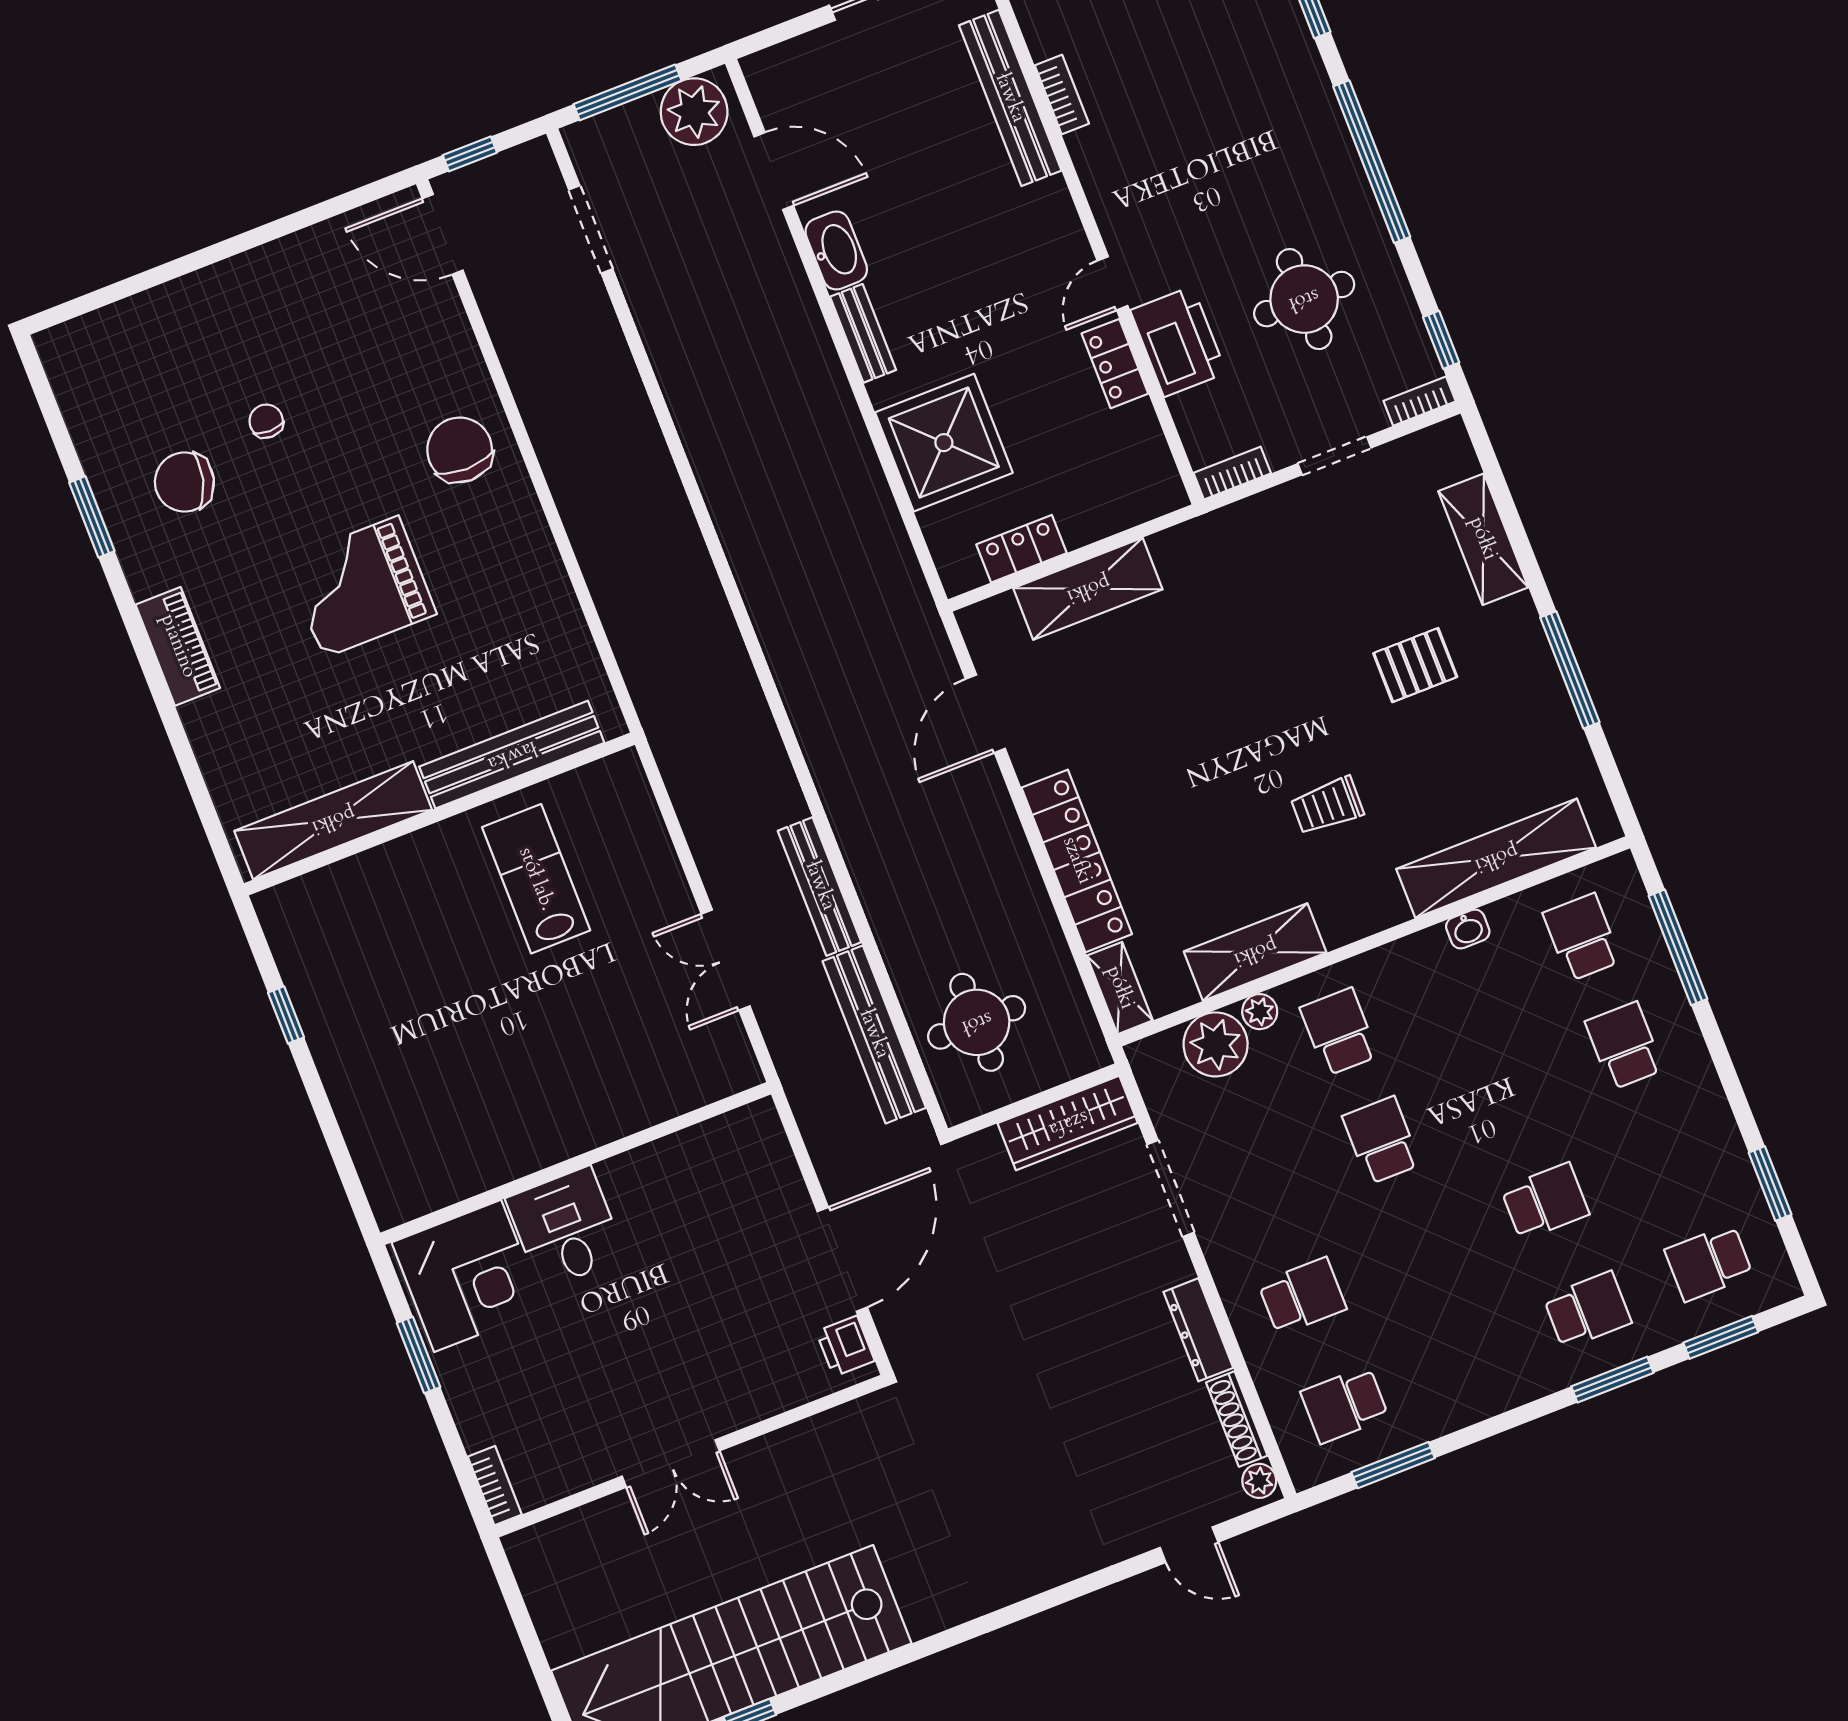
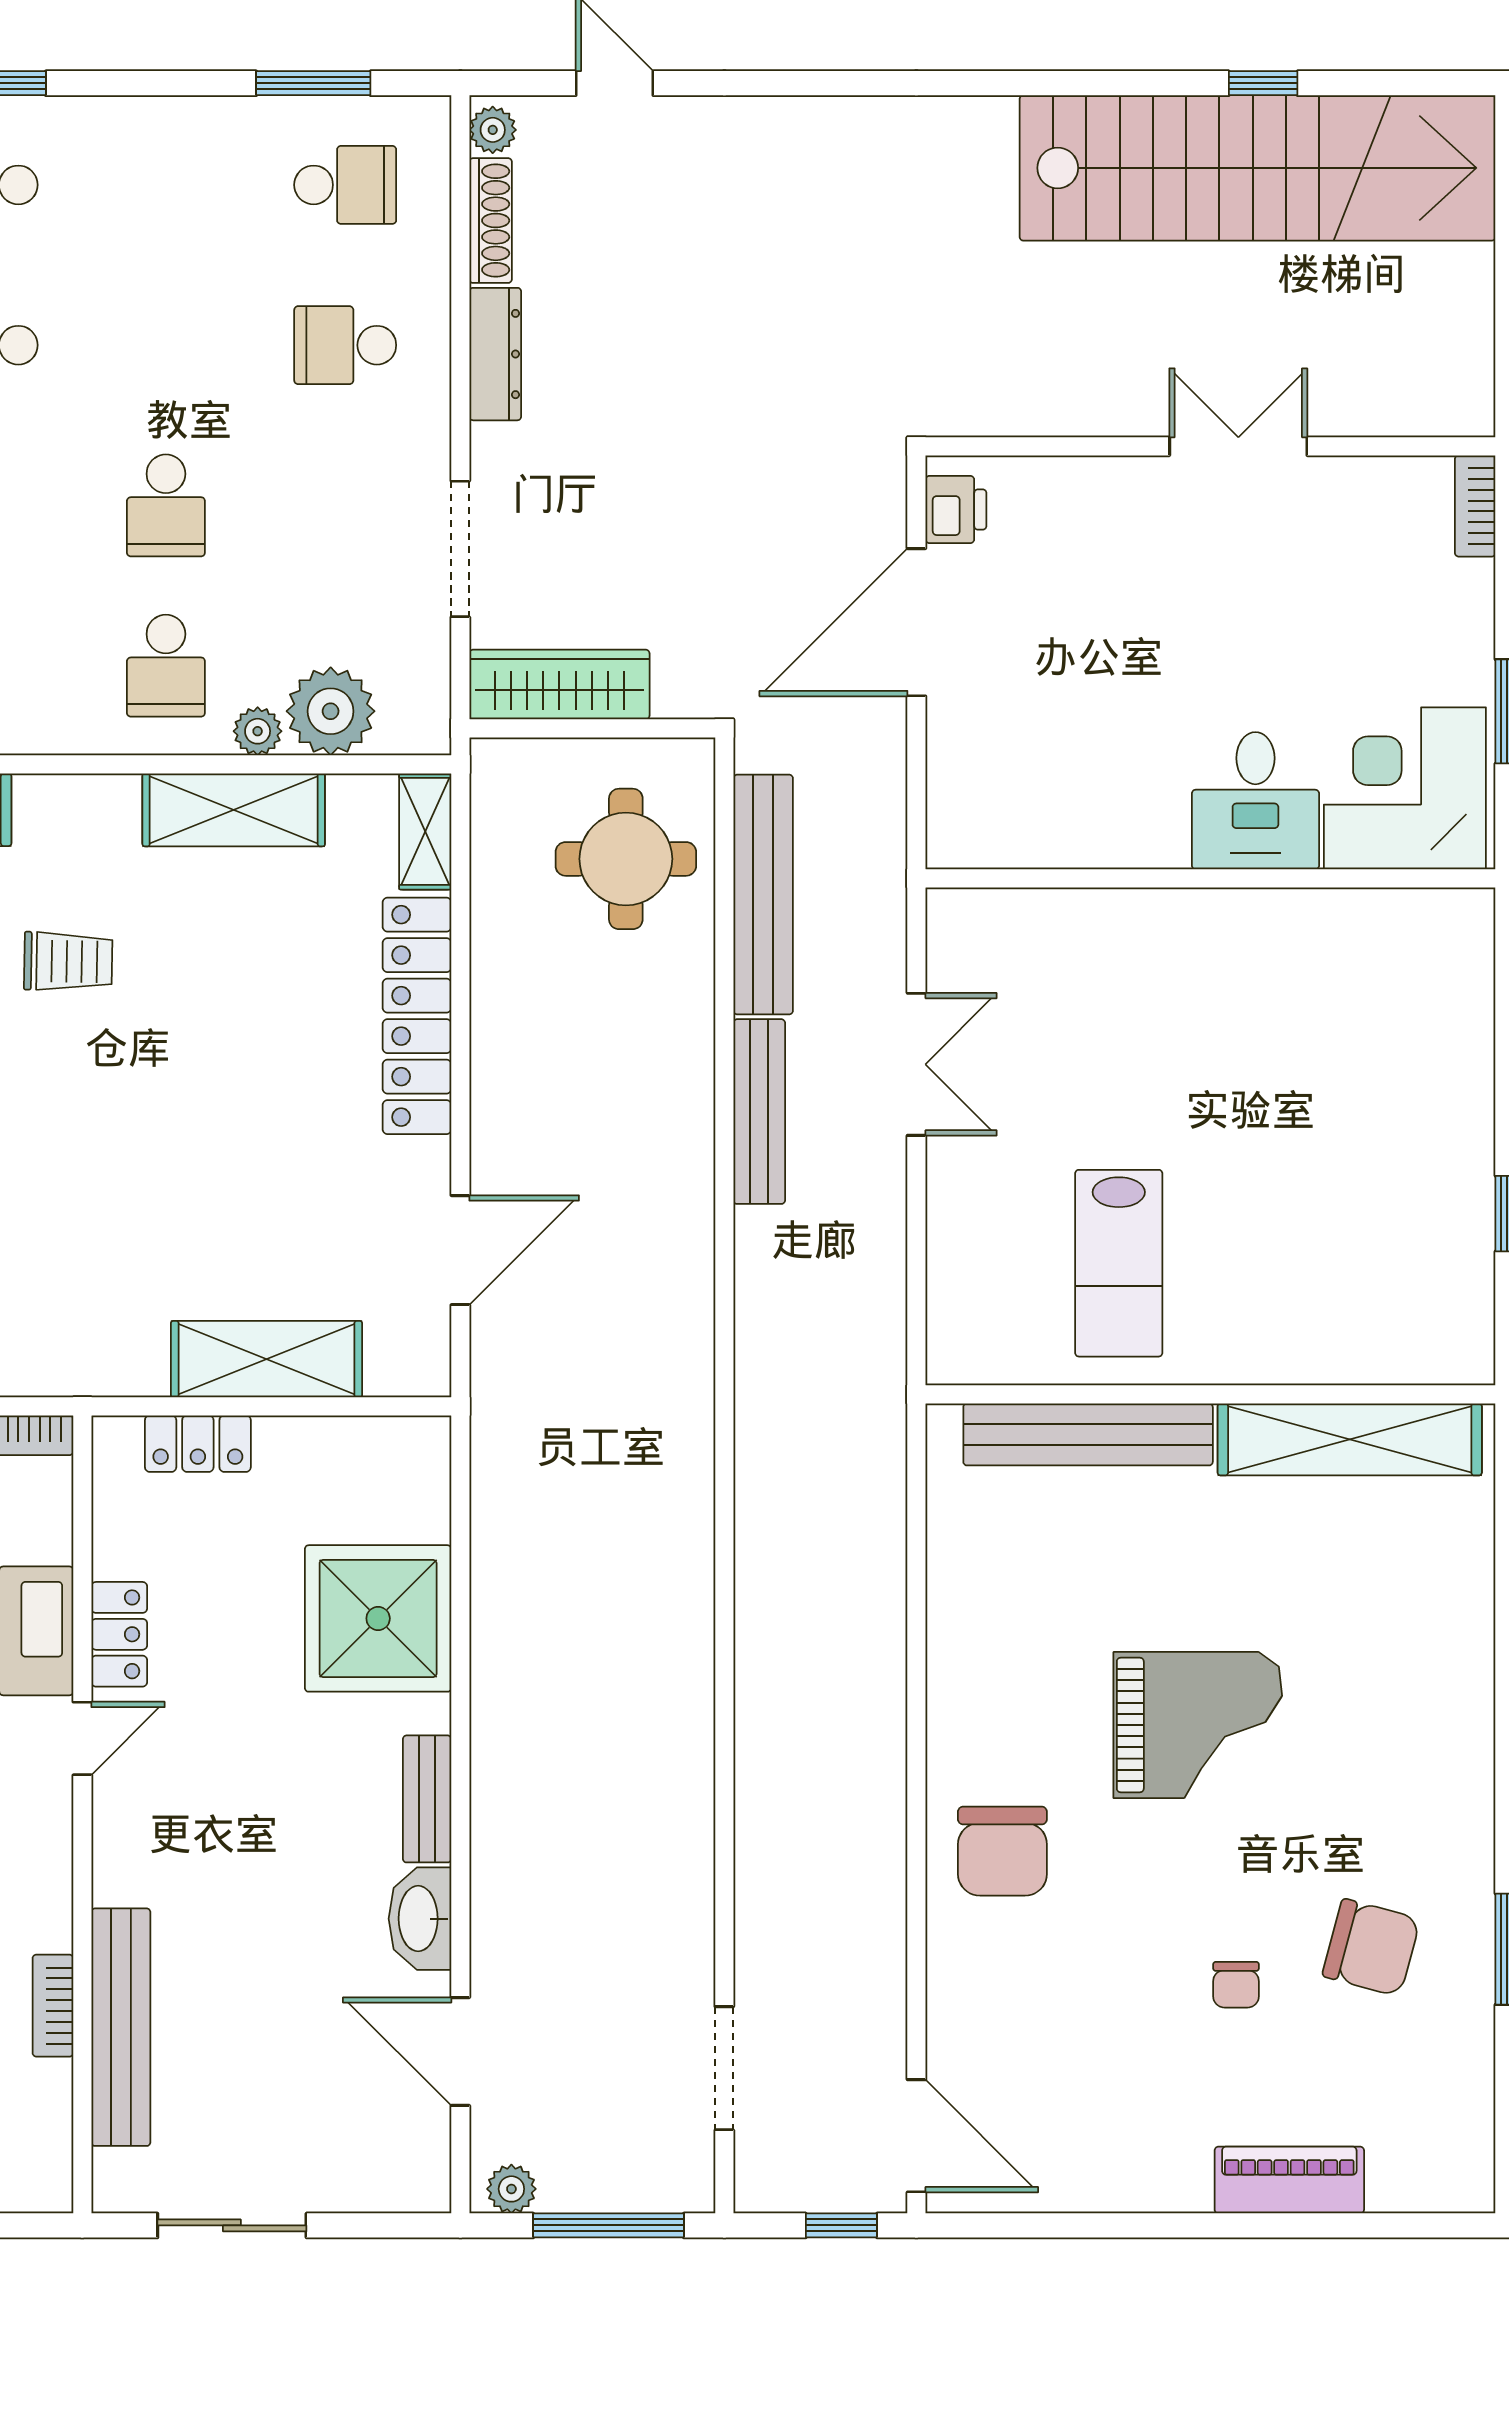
plant: (694, 112) -> (511, 2189), width x0.53, depth x0.53
locker: (1021, 549) -> (198, 1444), moved
piano: (178, 646) -> (1289, 2180), moved, turned 90

